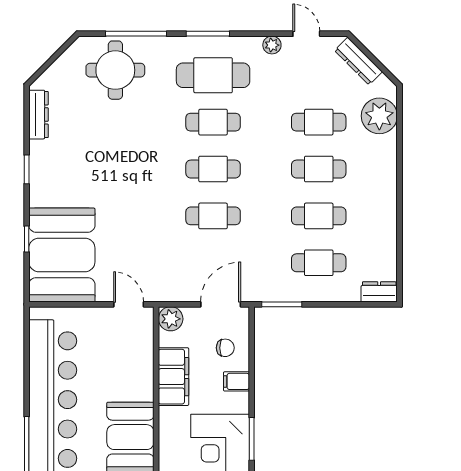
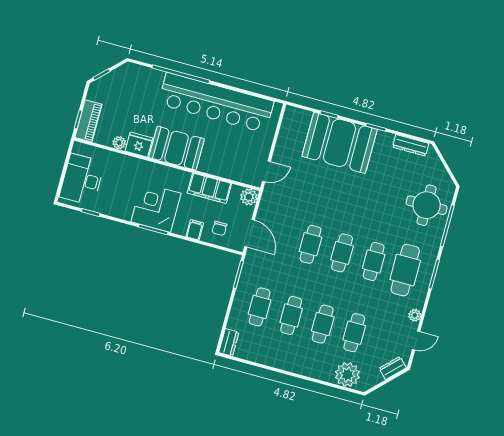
dresser: (358, 61) -> (393, 368), width x0.70
booth: (62, 255) -> (340, 143), moved

